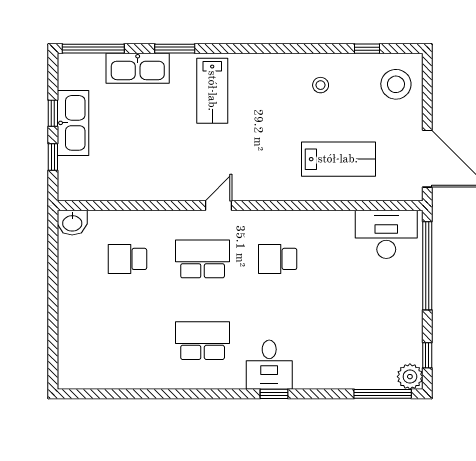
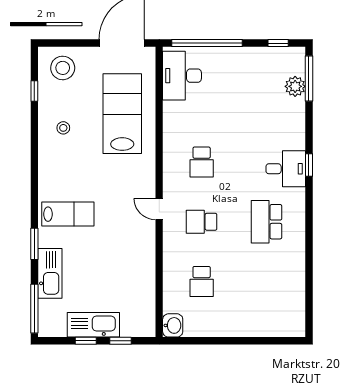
lab bench: (338, 159) -> (122, 114), width x1.36, depth x1.39
school desk: (203, 259) -> (202, 222), width x0.54
plant: (410, 377) -> (295, 86), moved

